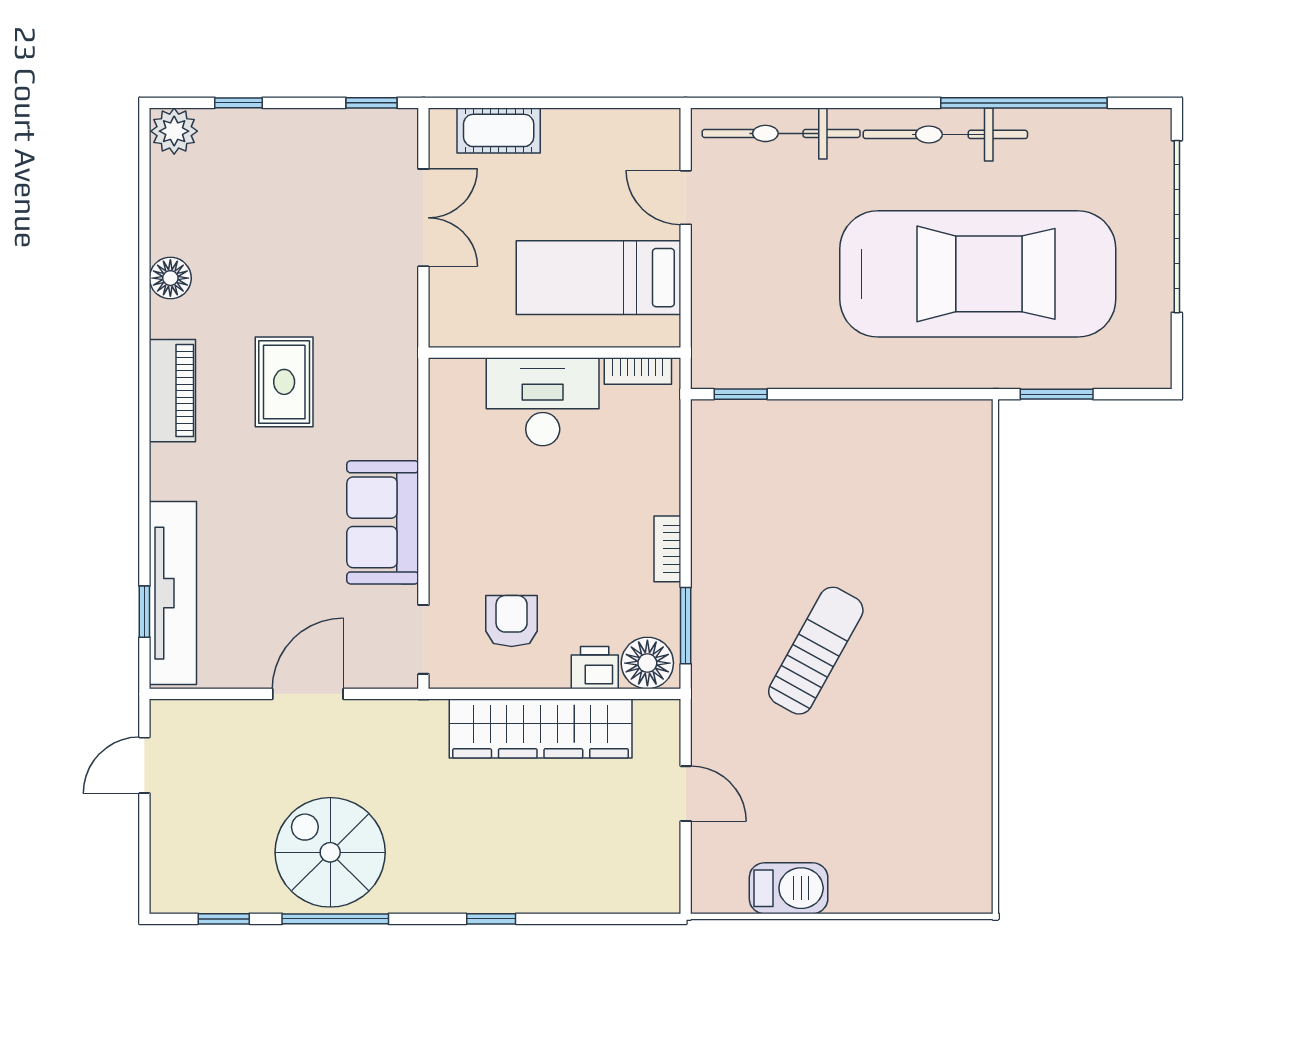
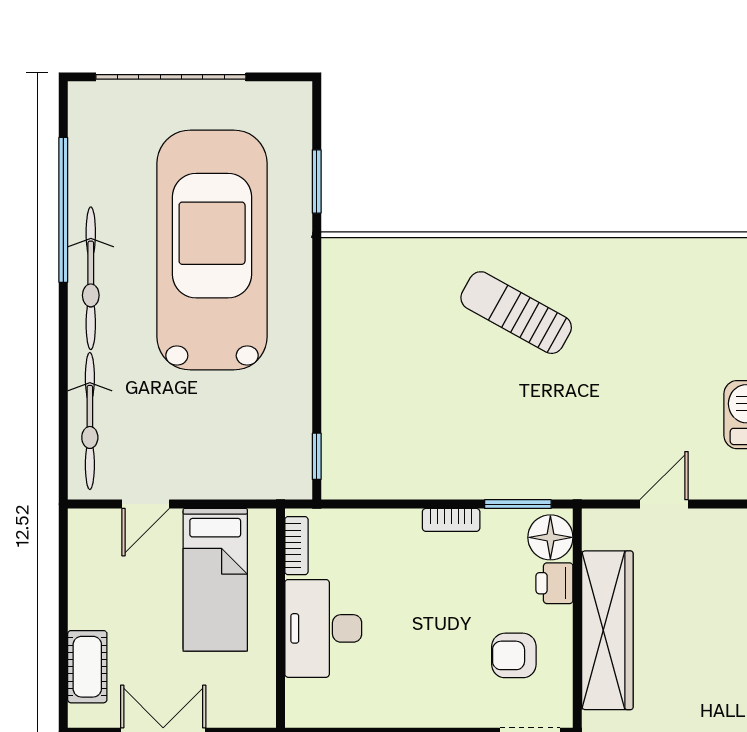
sun lounger: (816, 651) -> (516, 313), moved

